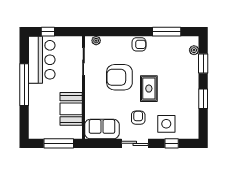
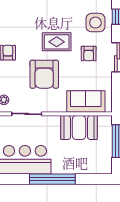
armchair: (138, 118) -> (89, 54), turned -90
sofa: (102, 129) -> (86, 101), moved, turned 90

